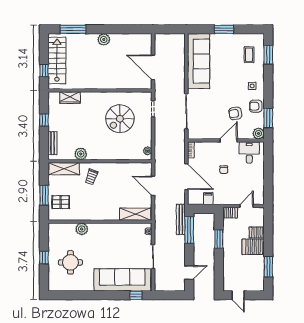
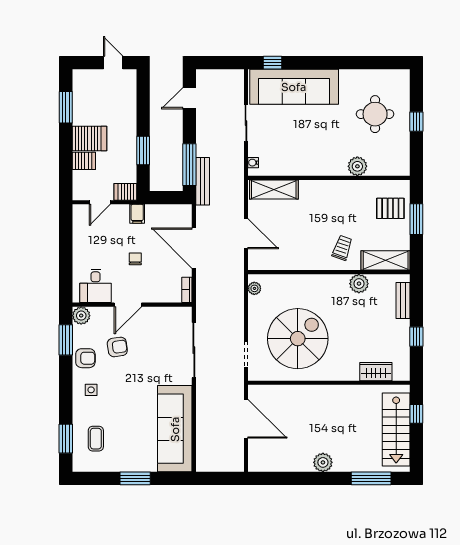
spiral stairs: (120, 119) -> (298, 339), width x1.37, depth x1.37
filing cabinet: (208, 199) -> (137, 214), moved

